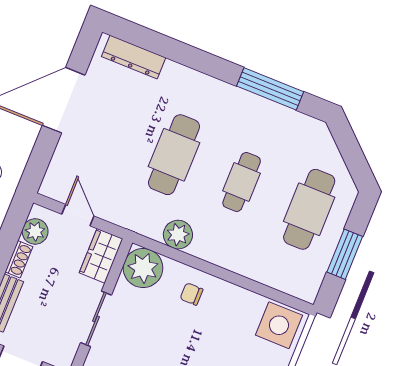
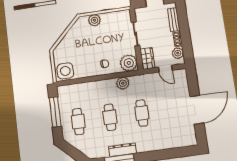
dresser: (134, 57) -> (123, 150), moved
cafe table: (174, 155) -> (142, 113), width x0.73, depth x0.74
cafe table: (309, 209) -> (78, 122), width x0.73, depth x0.74
window: (345, 254) -> (55, 112), width x1.44

